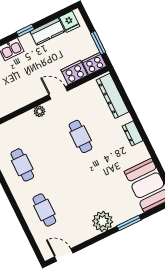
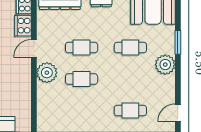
plant: (39, 111) -> (47, 73), width x1.87, depth x1.87
cafe table: (22, 165) -> (82, 79), moved
cafe table: (103, 181) -> (130, 48), added

